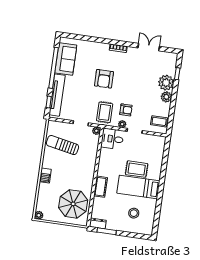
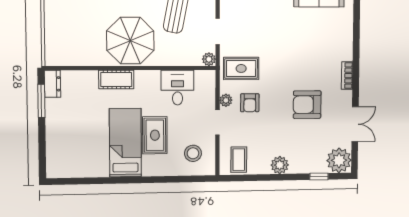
armchair: (104, 79) -> (307, 105), moved
plant: (166, 83) -> (339, 160), moved
desk: (112, 139) -> (177, 88), moved
parasol: (73, 204) -> (130, 41), moved
stool: (134, 213) -> (193, 153), moved

